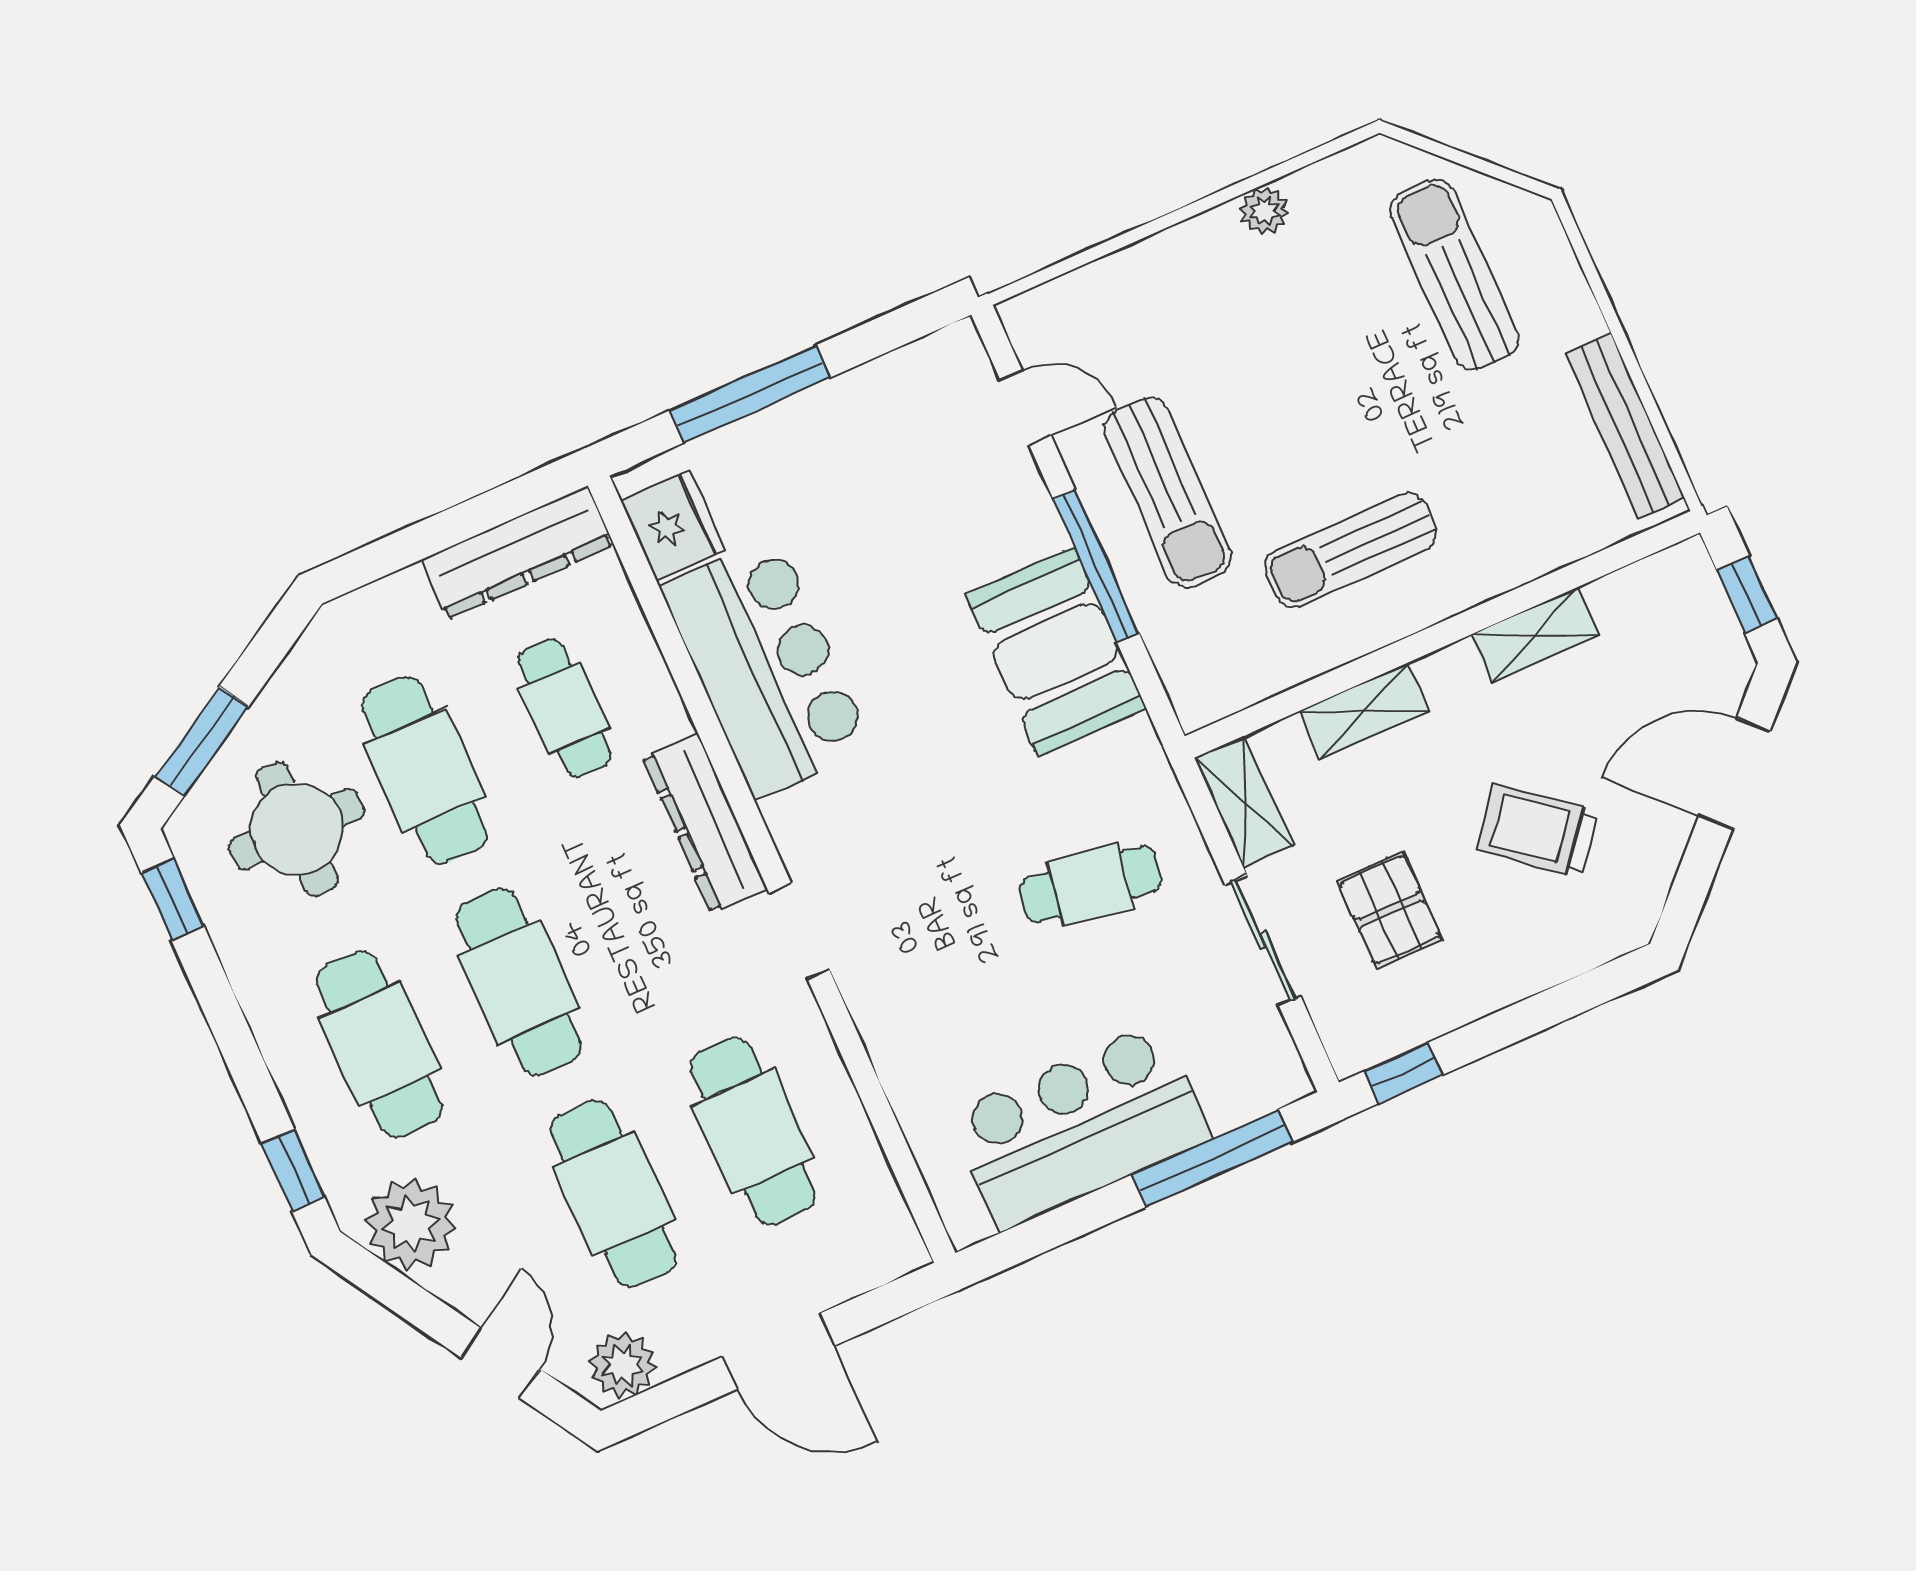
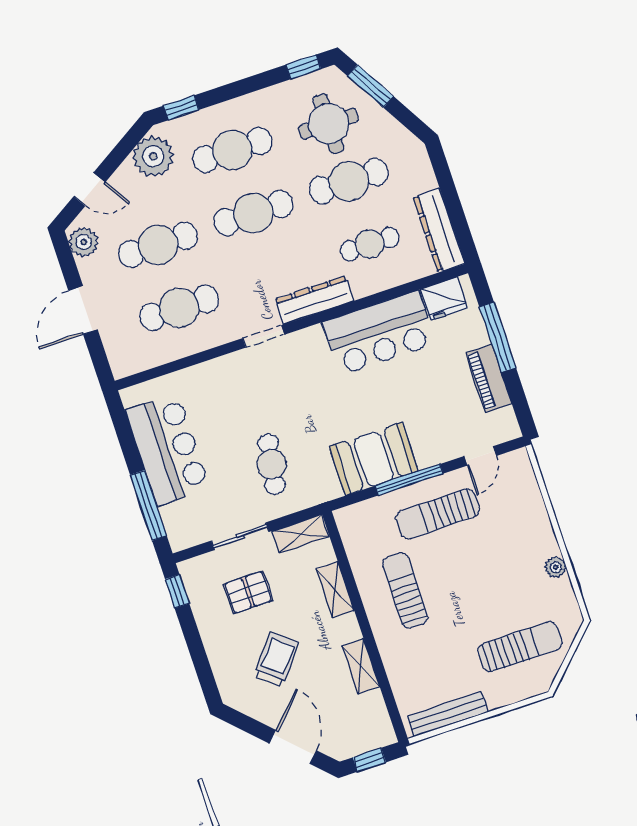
piano: (847, 406) -> (489, 379), added

